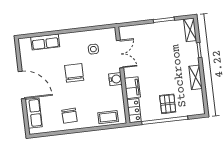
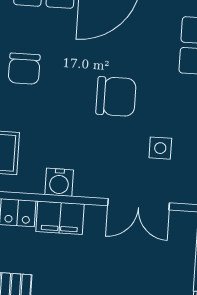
water cooler: (115, 79) -> (59, 182), moved
chair: (69, 116) -> (24, 69), turned -88

